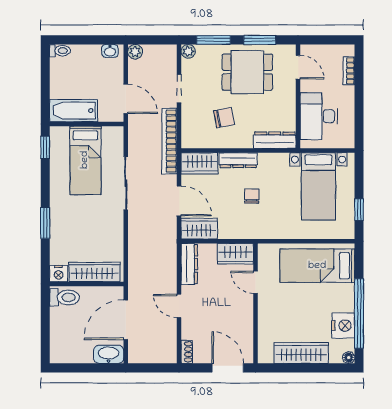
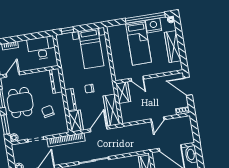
desk: (319, 116) -> (42, 48), moved, turned 180
bed with nightstands: (318, 186) -> (91, 48), moved, turned 90
window: (359, 209) -> (68, 30), moved
wardrobe: (199, 229) -> (112, 110), width x1.50
dresser: (189, 264) -> (133, 117), removed
bed: (317, 266) -> (139, 43), moved
door: (255, 282) -> (137, 79), hinge flipped
door: (228, 368) -> (188, 86), hinge flipped

